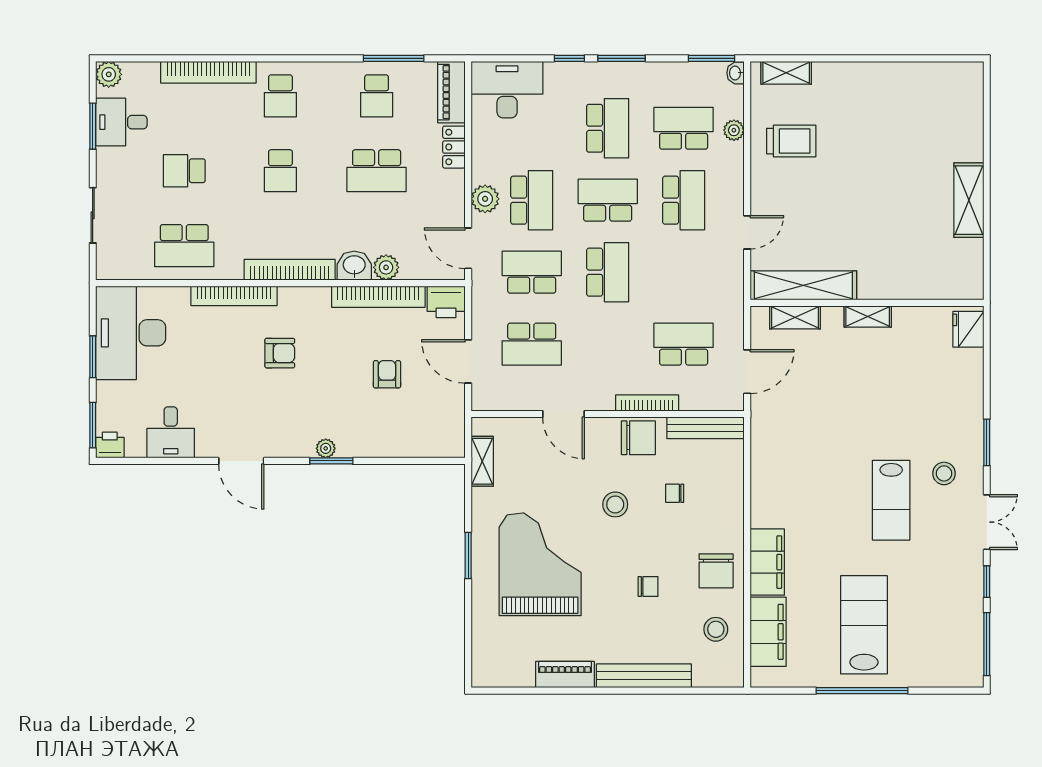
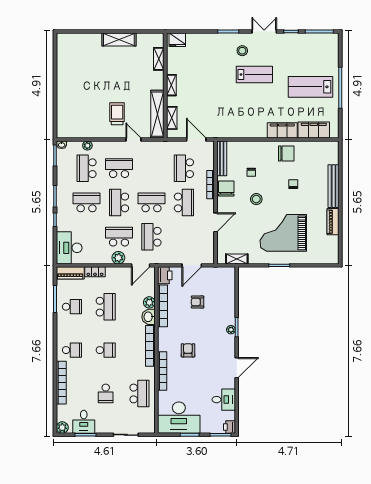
shelving: (786, 73) -> (159, 59), moved
trolley: (791, 141) -> (117, 114), moved
school desk: (532, 344) -> (184, 202), moved
stool: (716, 629) -> (313, 154), removed

